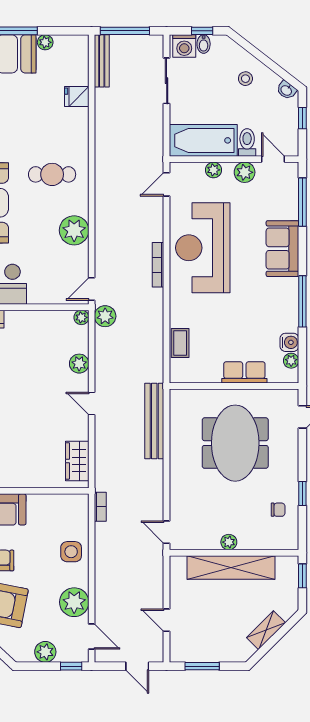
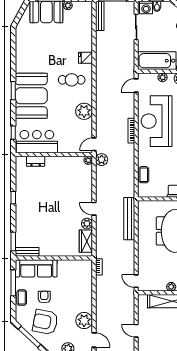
fridge: (77, 96) -> (86, 58), moved
plant: (79, 364) -> (87, 224), moved
side table: (71, 552) -> (82, 292), removed

